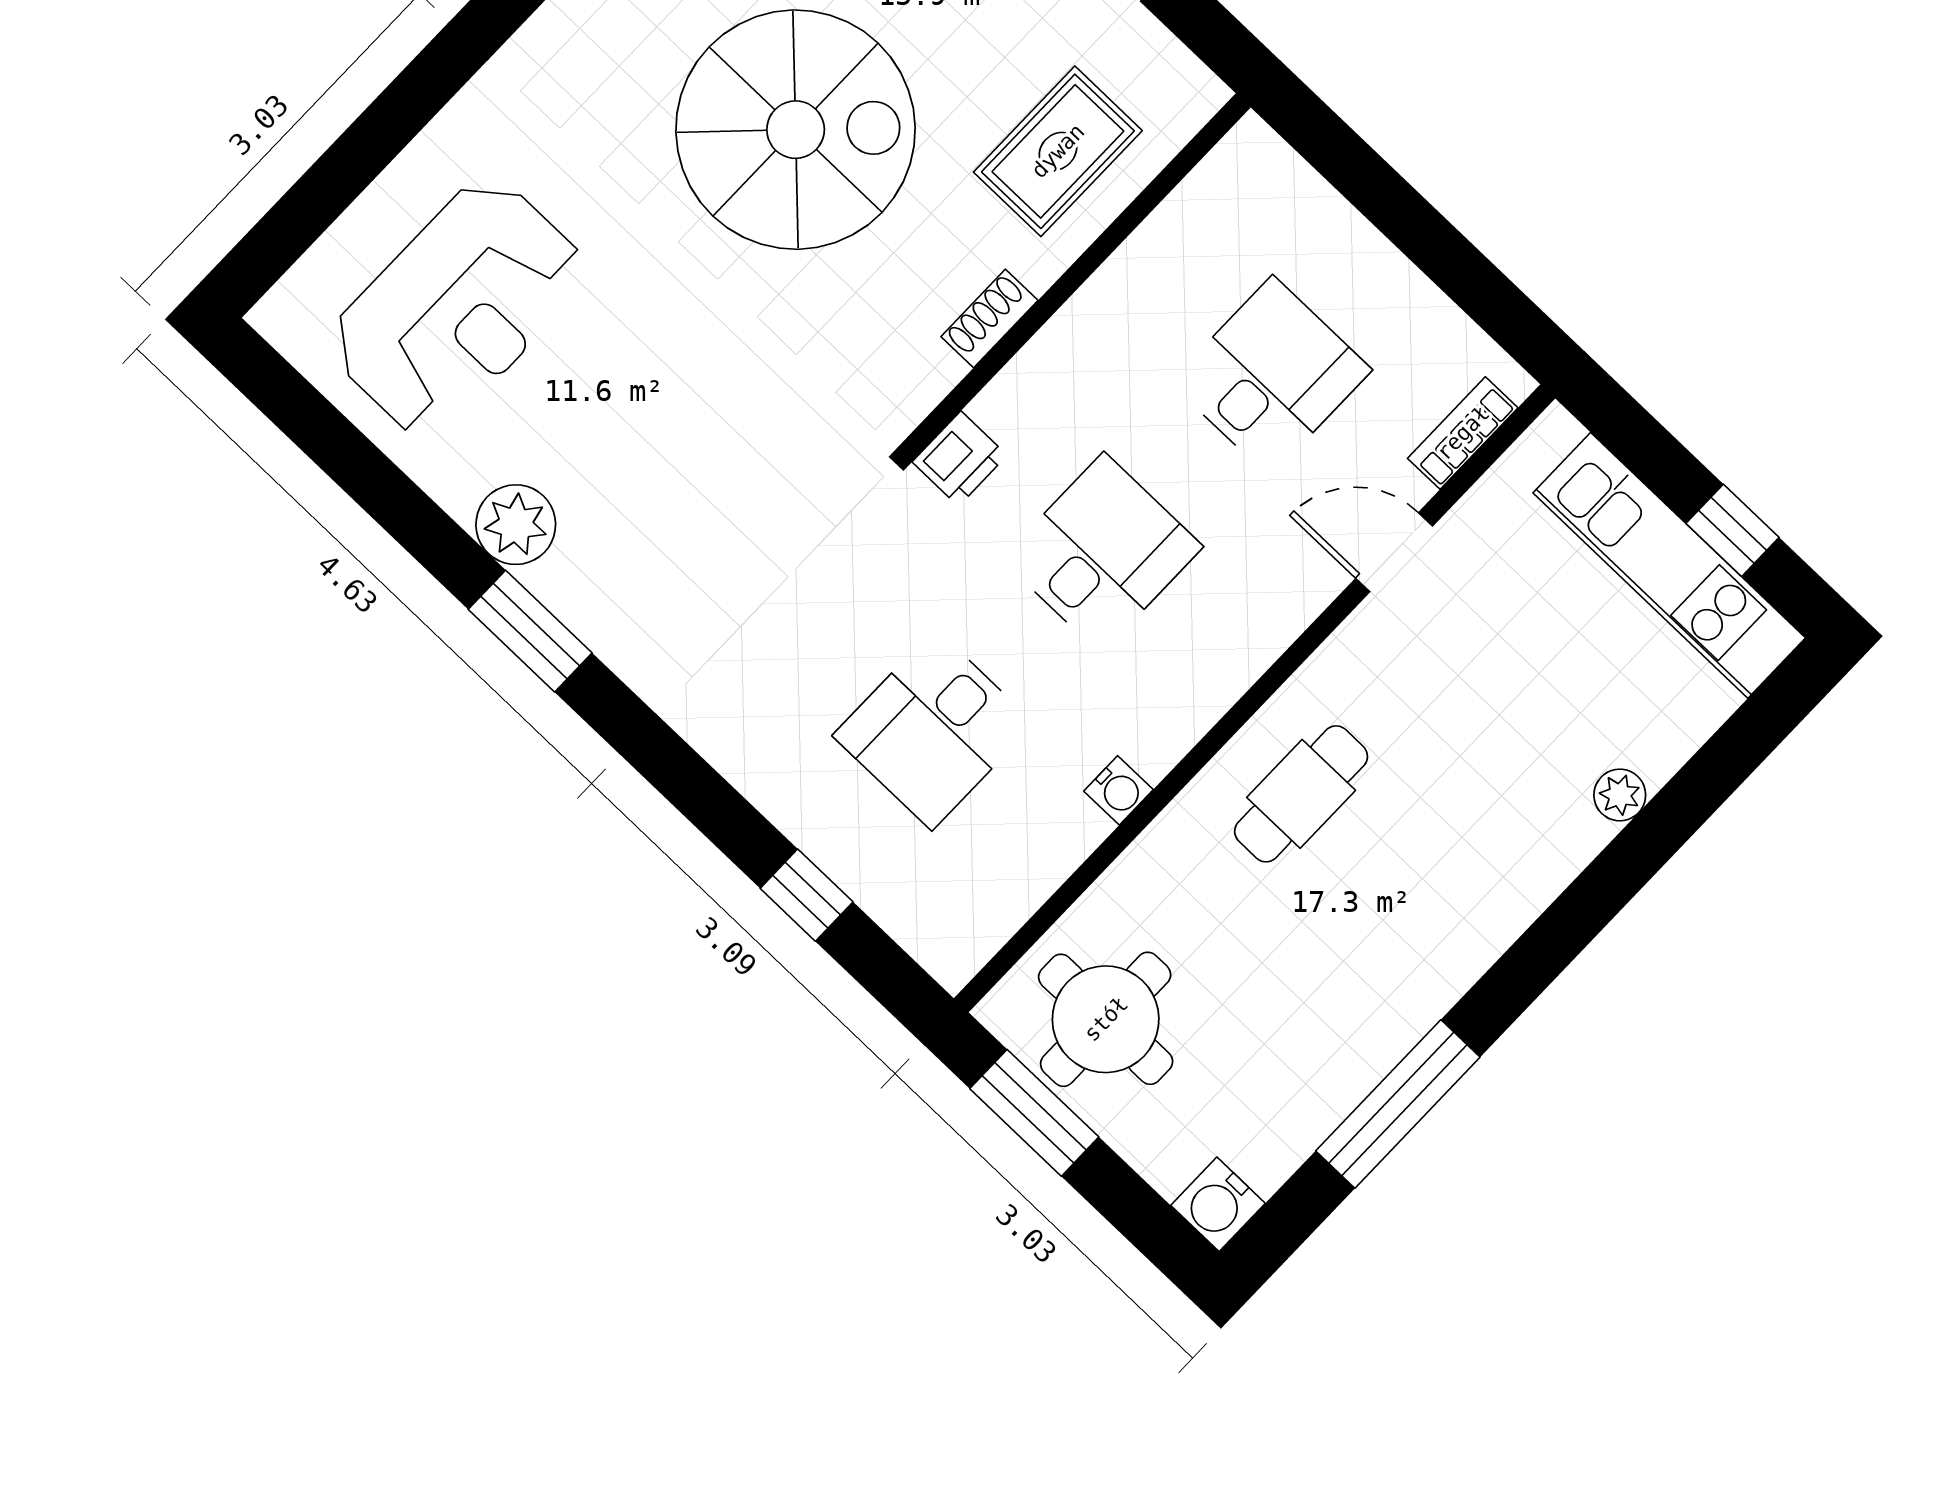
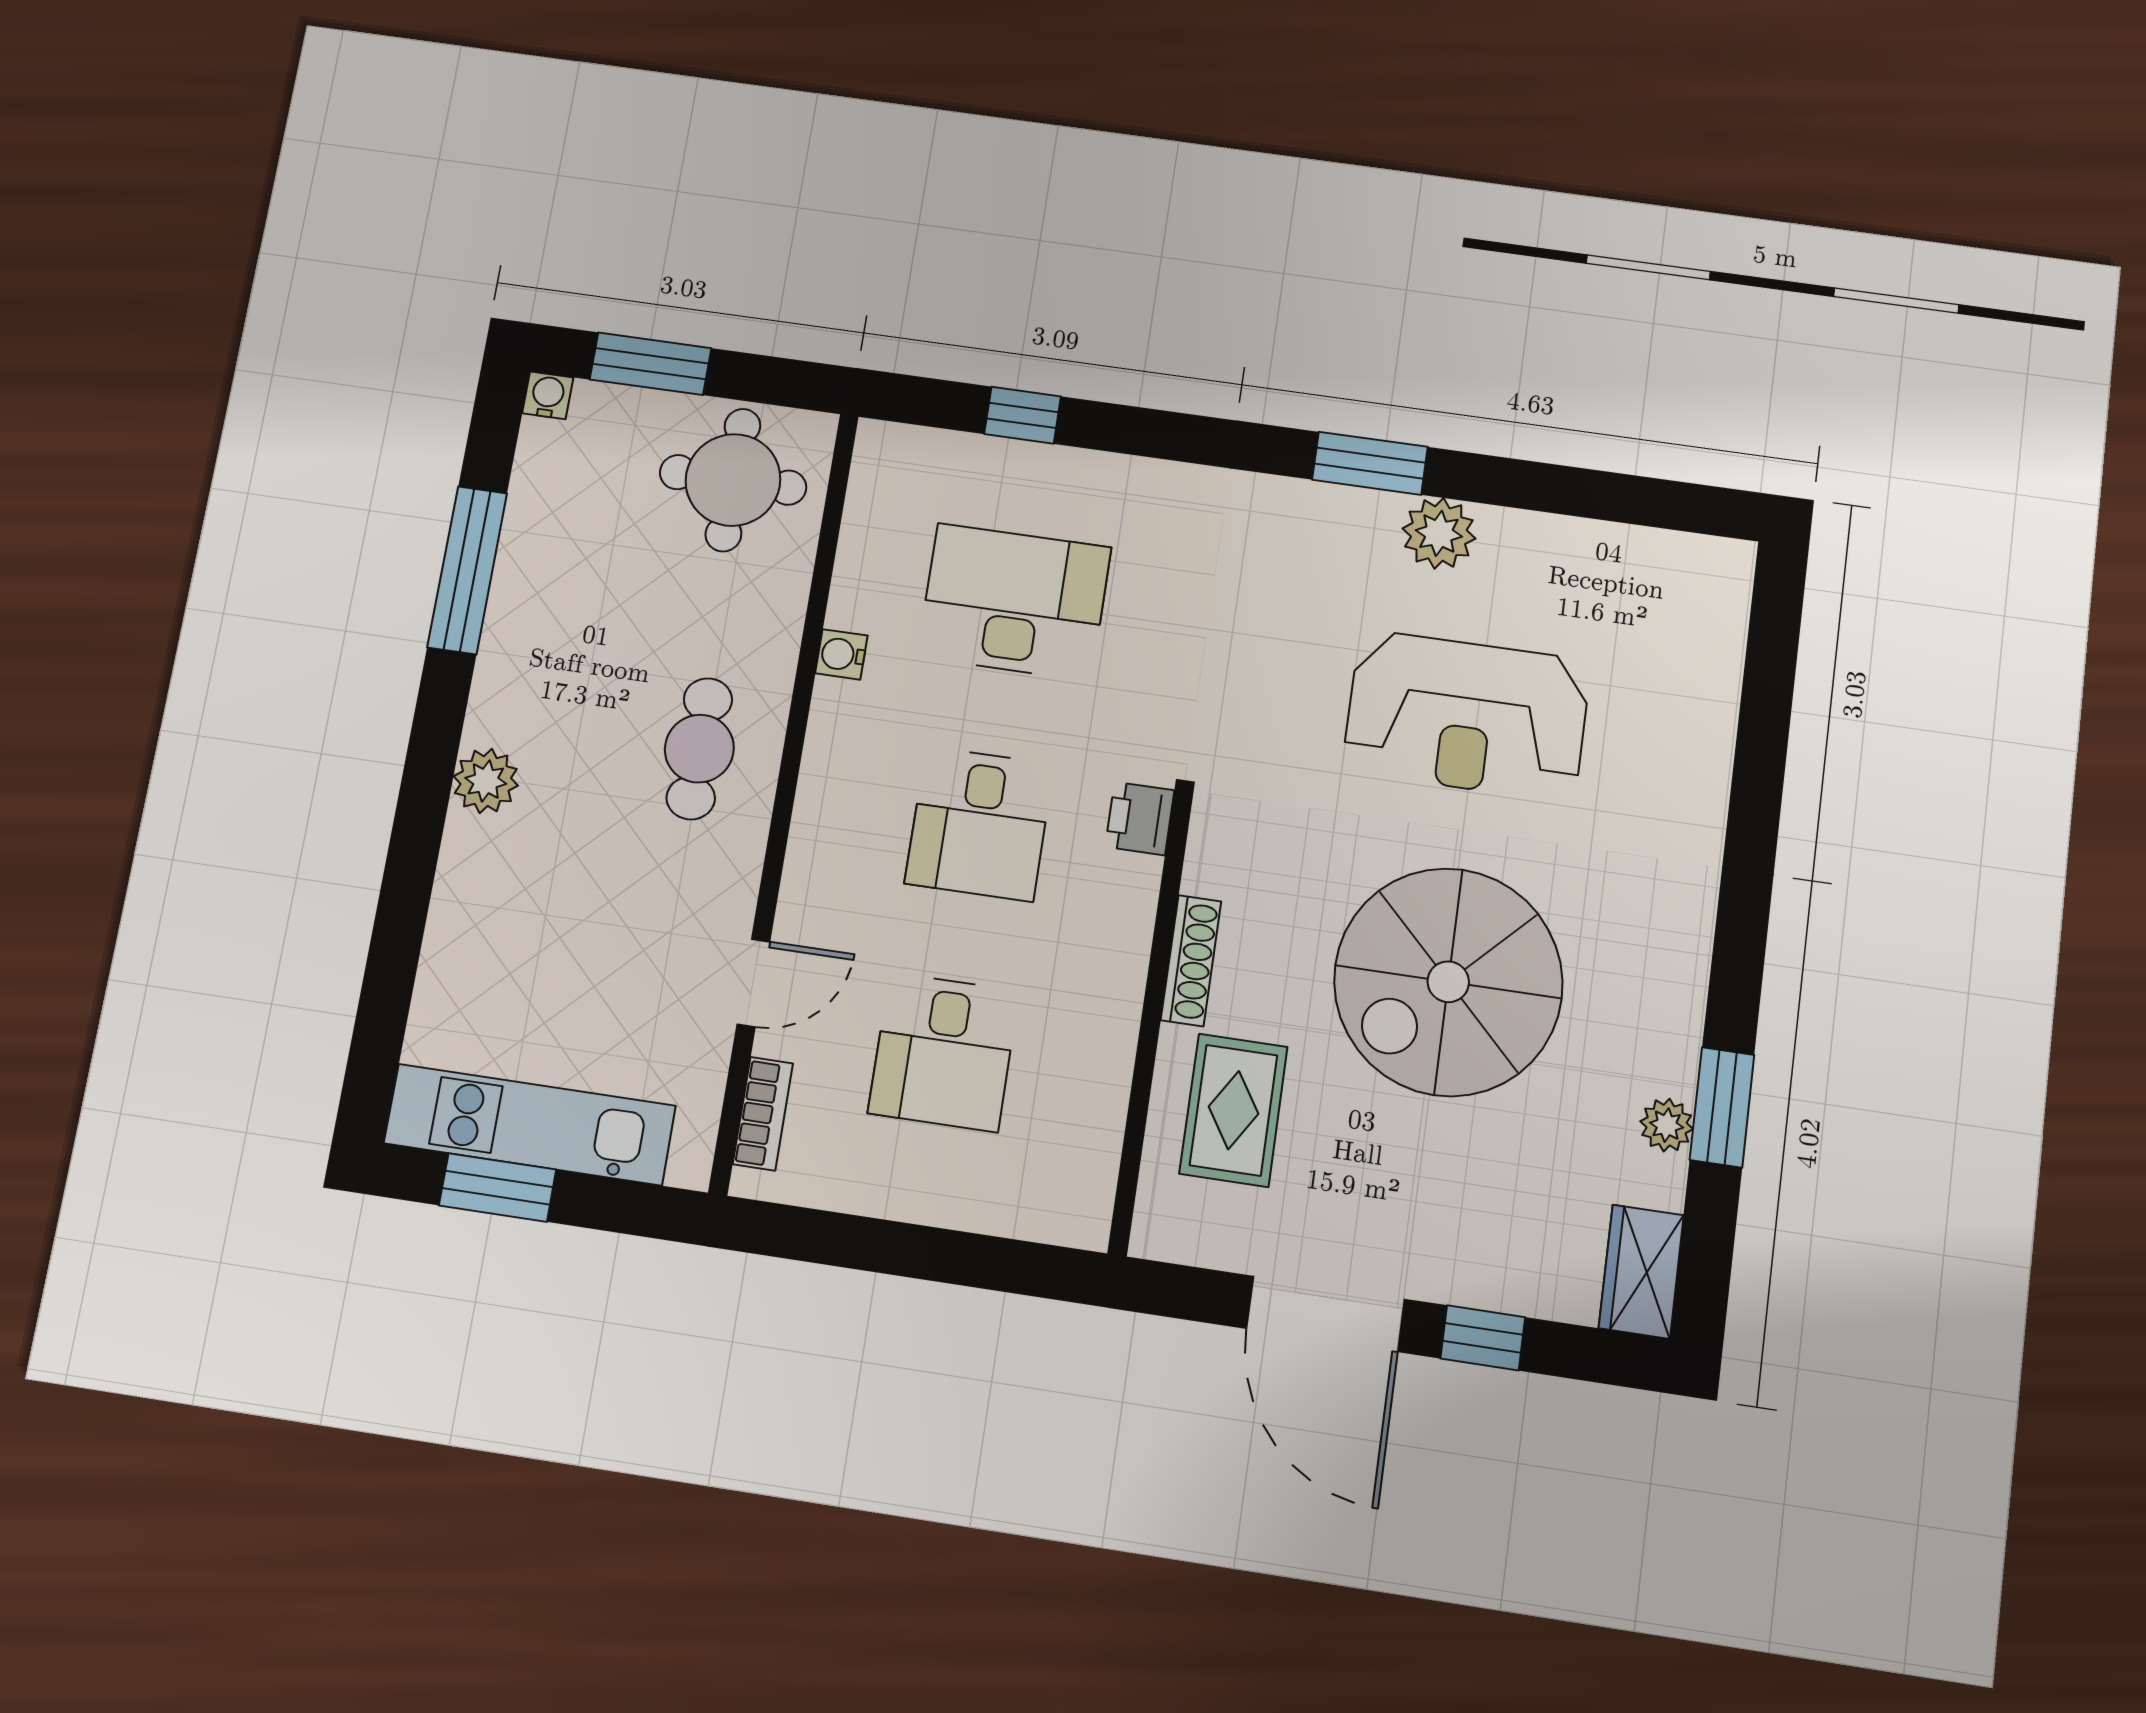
reception desk: (457, 307) -> (1467, 716), moved, turned -90
shoe rack: (989, 318) -> (1191, 961), width x1.43
window: (1733, 530) -> (498, 1188), width x1.50
desk: (933, 730) -> (1014, 602), width x1.37
plant: (1620, 795) -> (486, 781), moved, width x1.38, depth x1.38
window: (1034, 1113) -> (650, 364), moved
water cooler: (1218, 1204) -> (548, 395), width x0.72, depth x0.72

